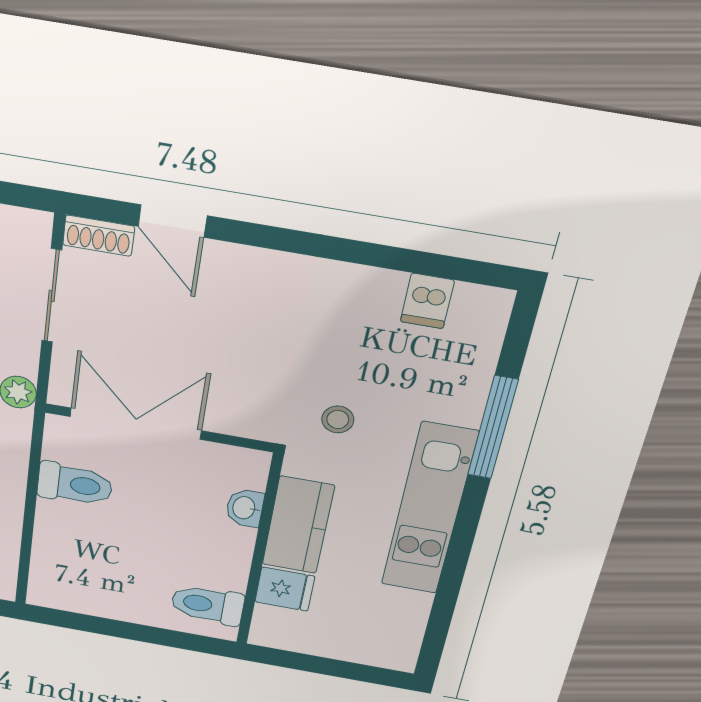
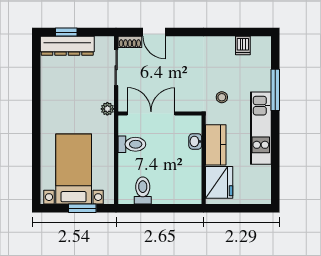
fridge: (285, 589) -> (219, 182), width x1.88, depth x1.34
toilet: (207, 605) -> (143, 190), moved, turned 90

